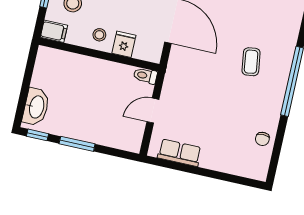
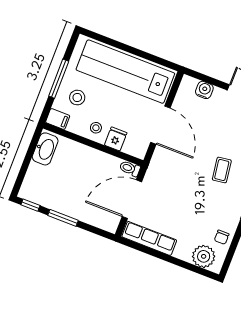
washbasin: (36, 107) -> (45, 149), moved
door: (153, 111) -> (132, 199), width x1.87
row of seats: (179, 153) -> (149, 238), width x1.48
plant: (245, 164) -> (204, 256), added

